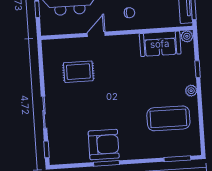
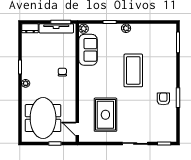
door: (96, 34) -> (77, 129), moved
rug: (78, 72) -> (105, 115), width x1.36, depth x1.43
coffee table: (168, 118) -> (133, 70), moved
armchair: (104, 145) -> (163, 99), width x0.53, depth x0.53

